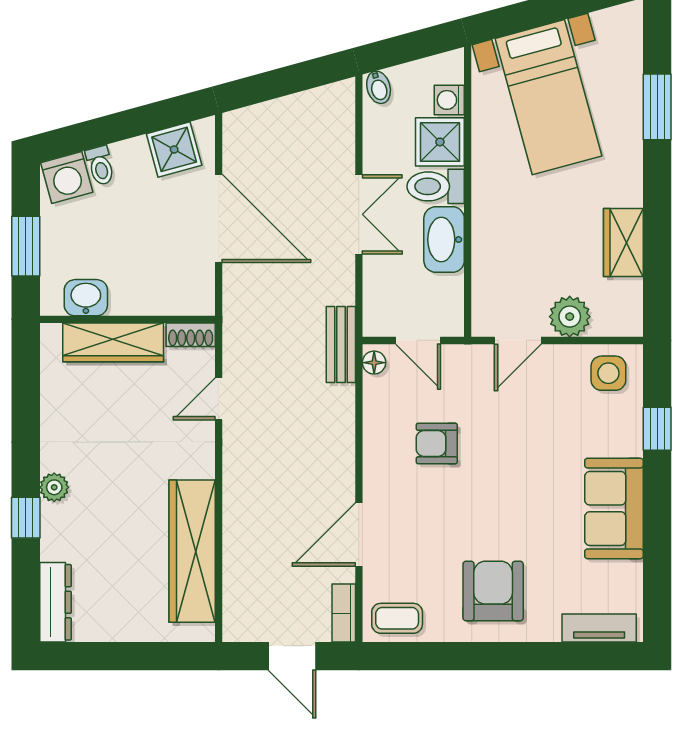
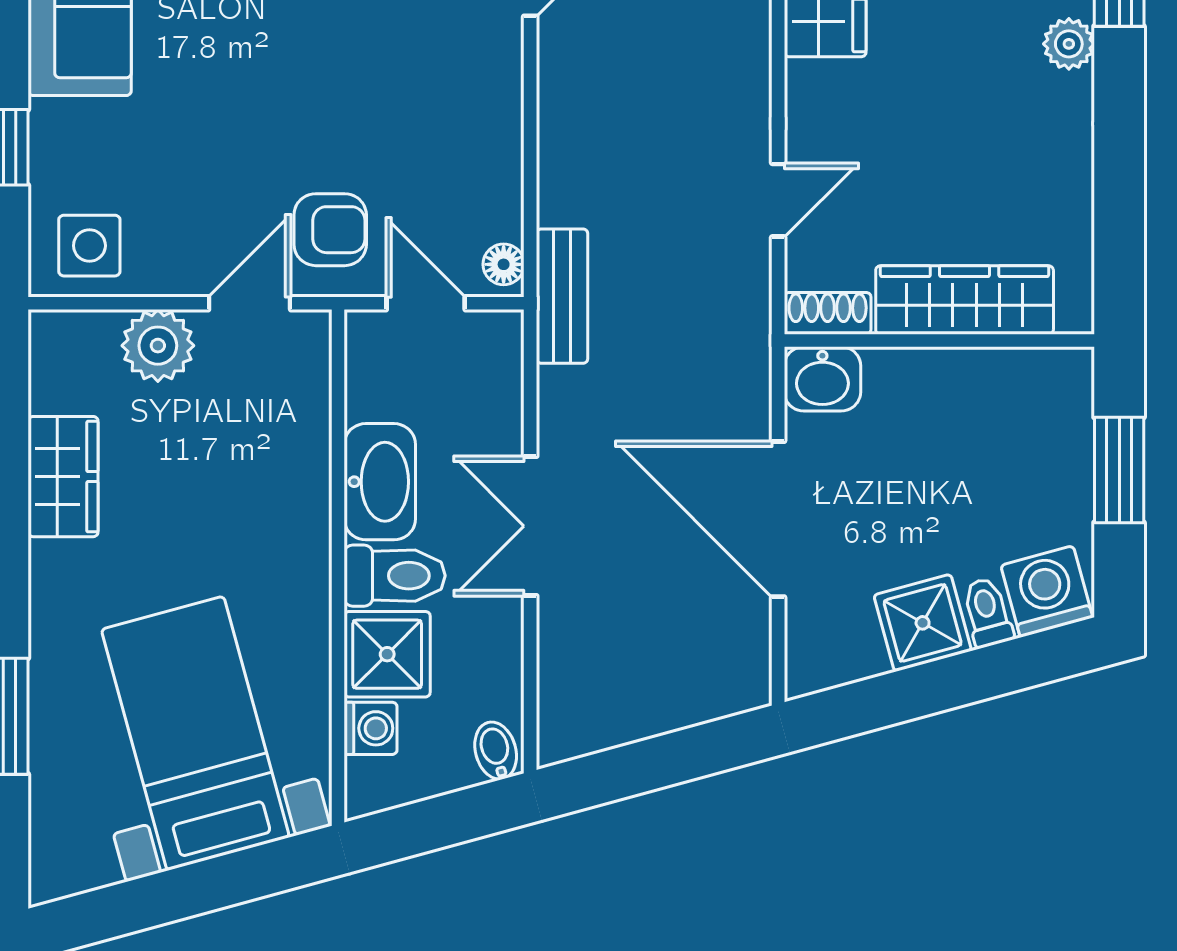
shower: (174, 149) -> (923, 623), moved
washbasin: (86, 298) -> (822, 379), moved
armchair: (437, 444) -> (330, 230), moved

